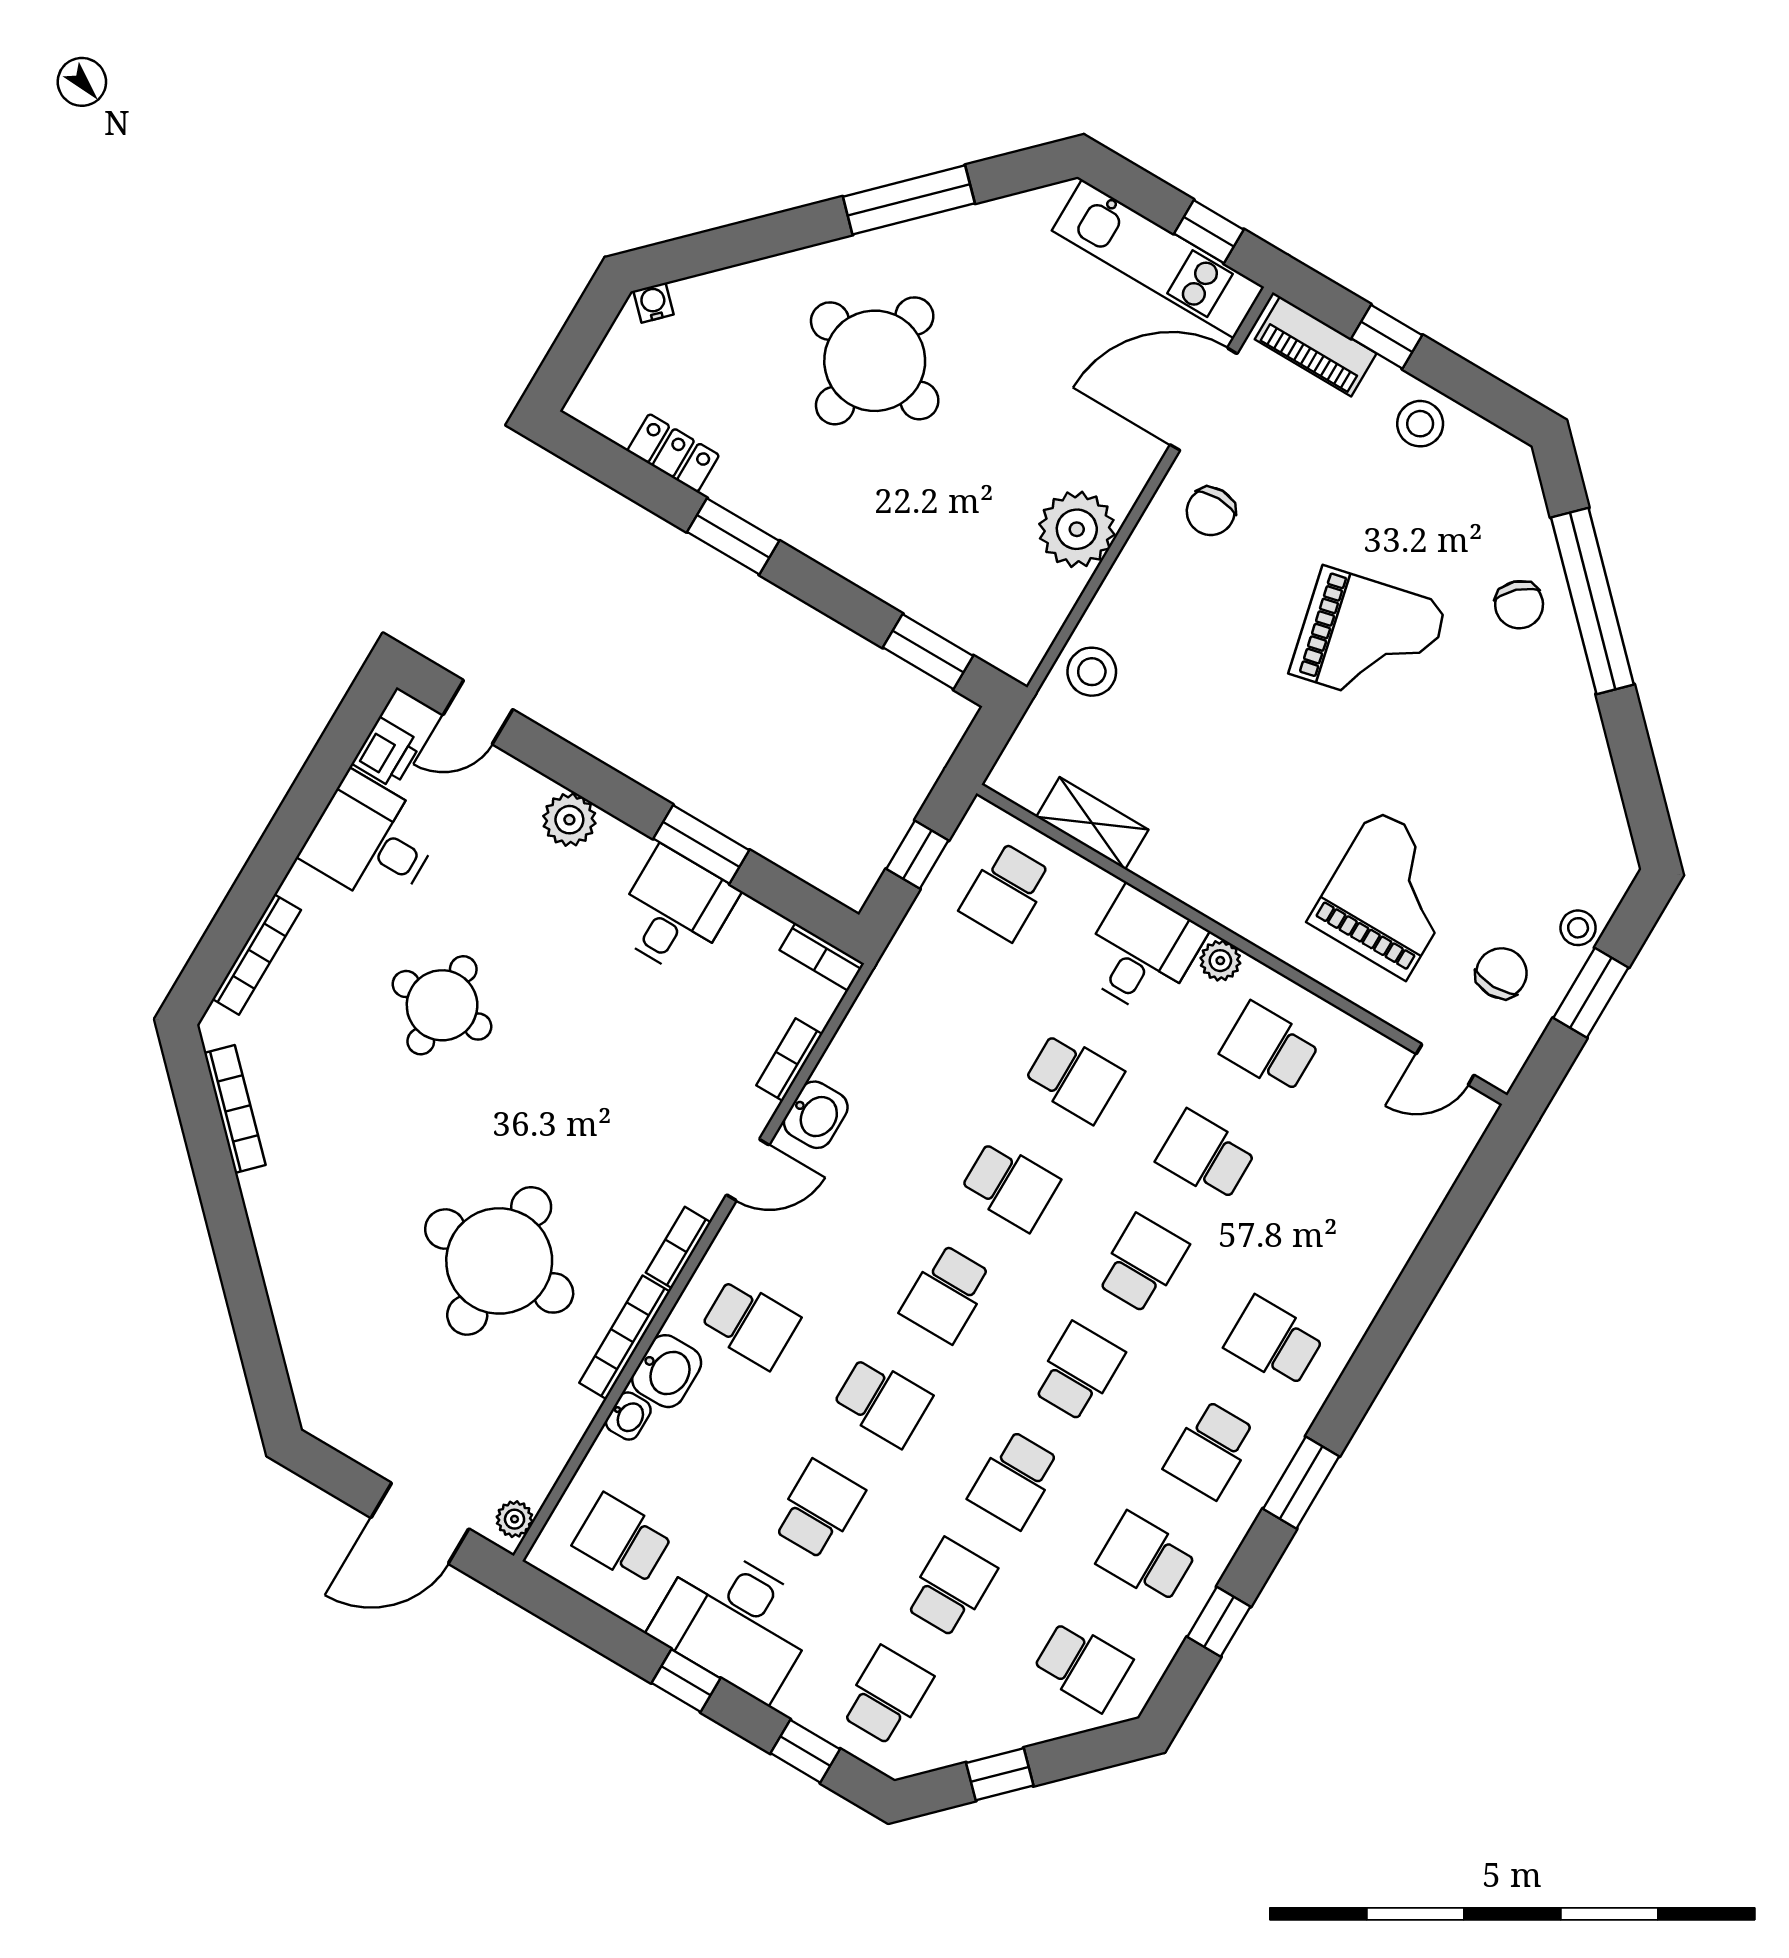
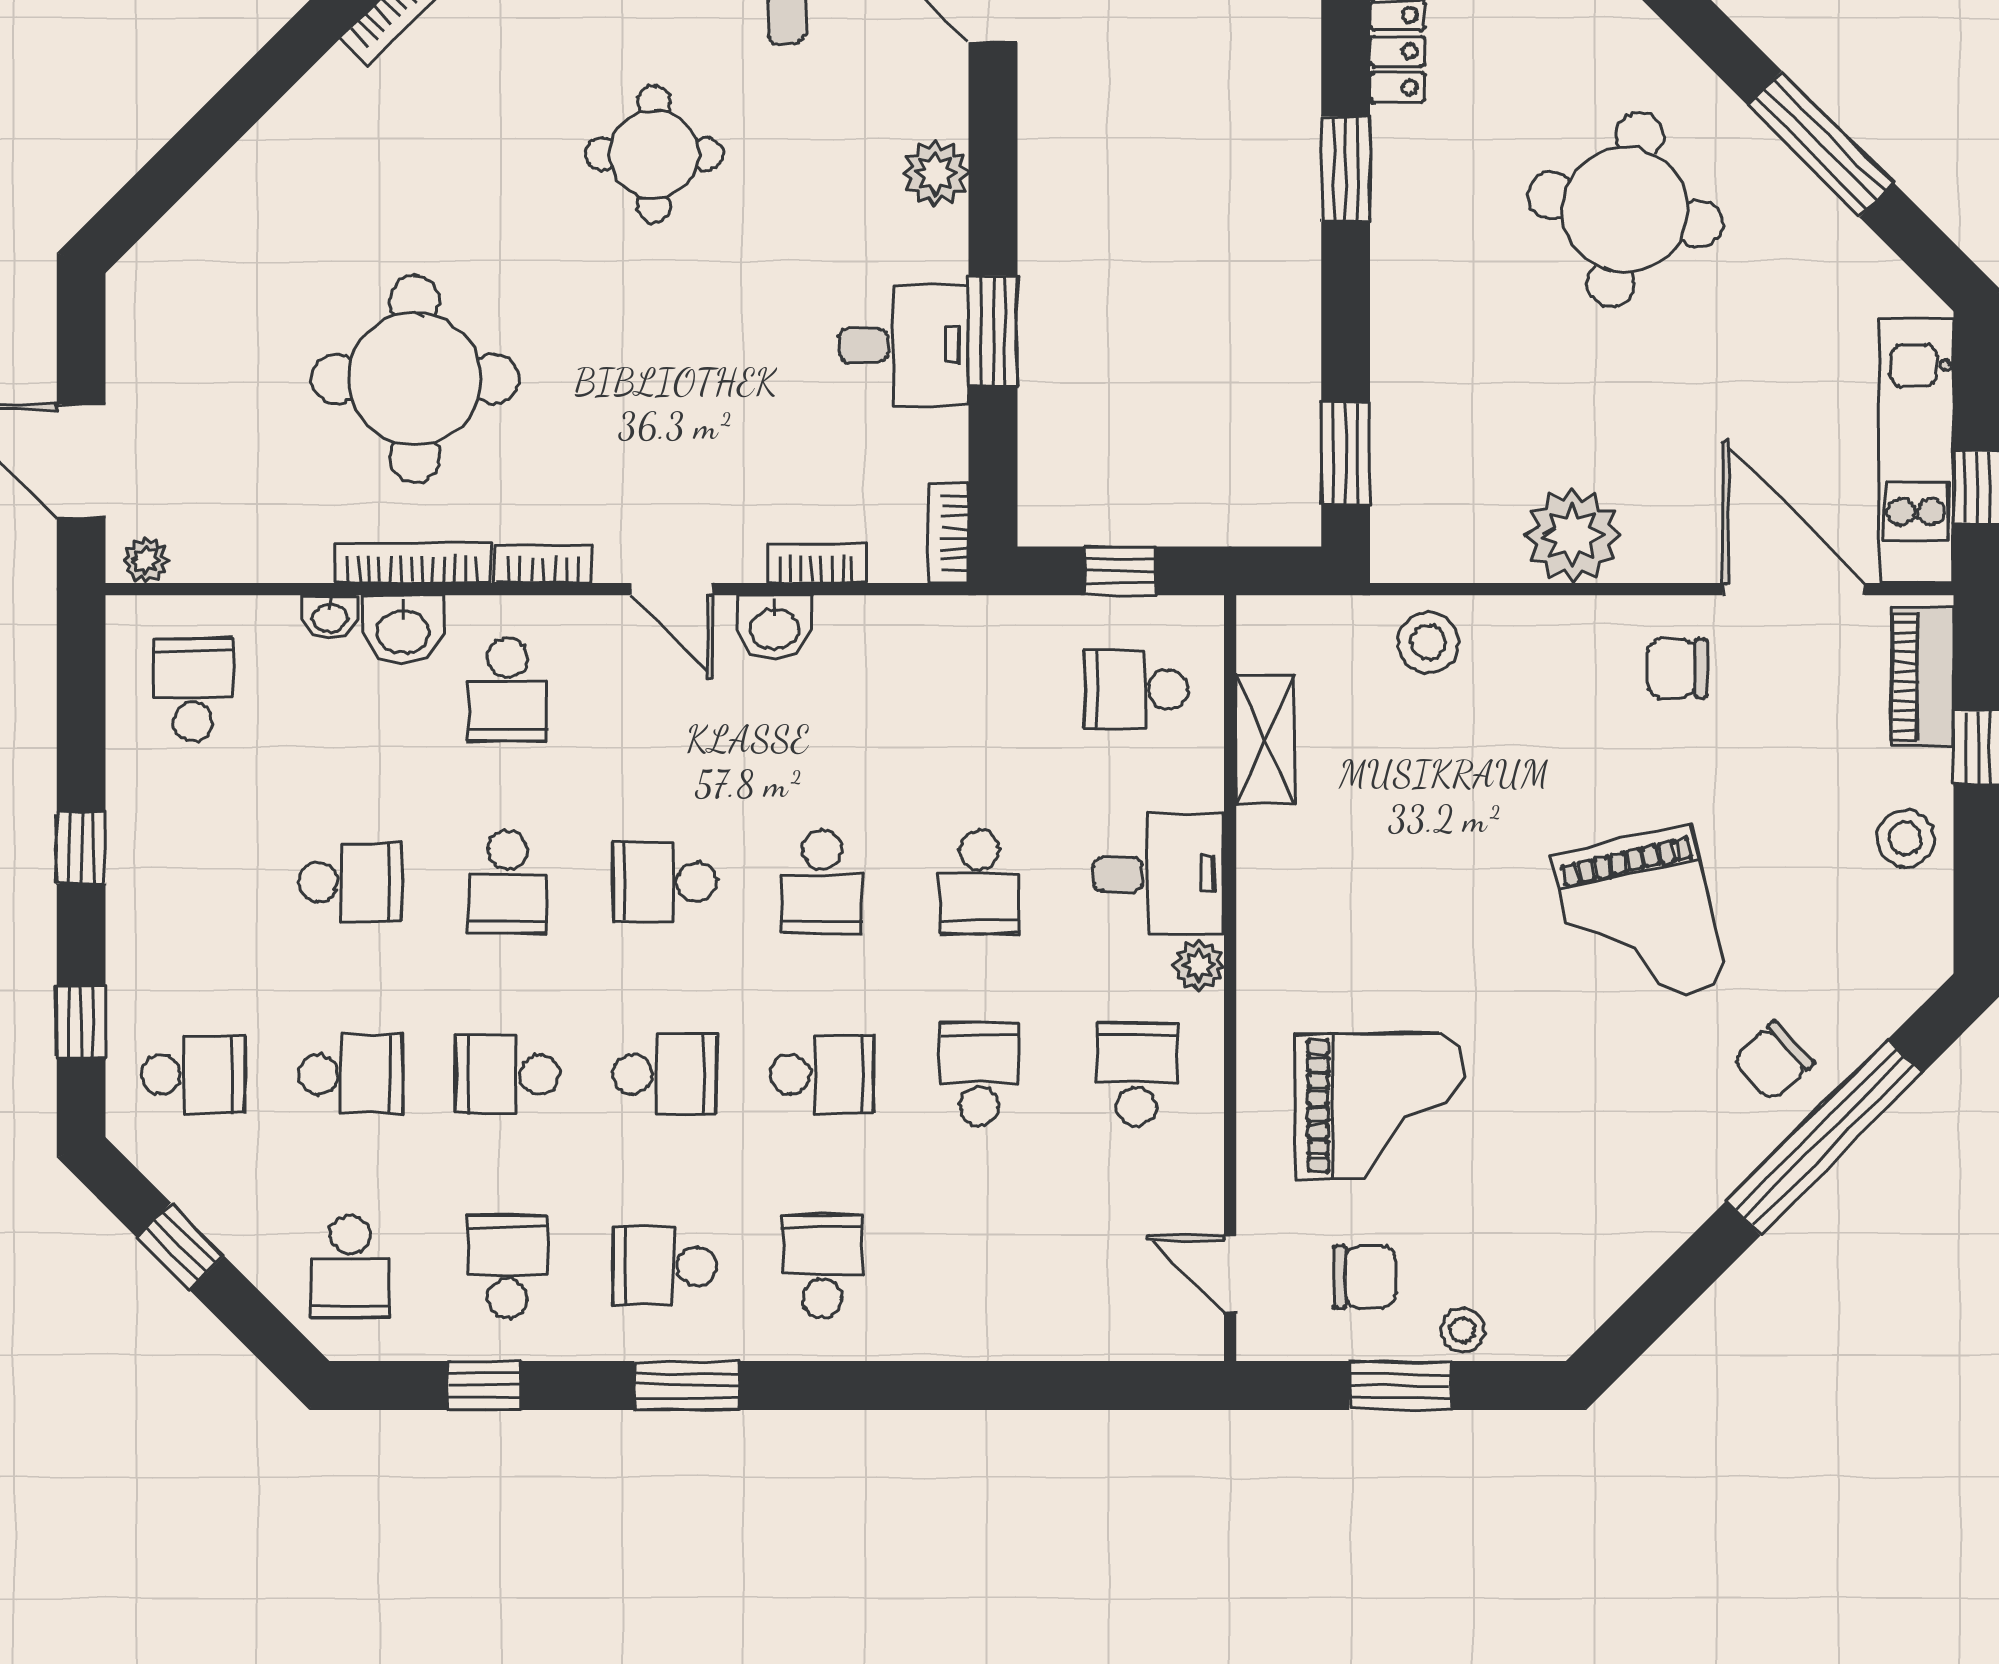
desk: (735, 1622) -> (176, 864), removed

